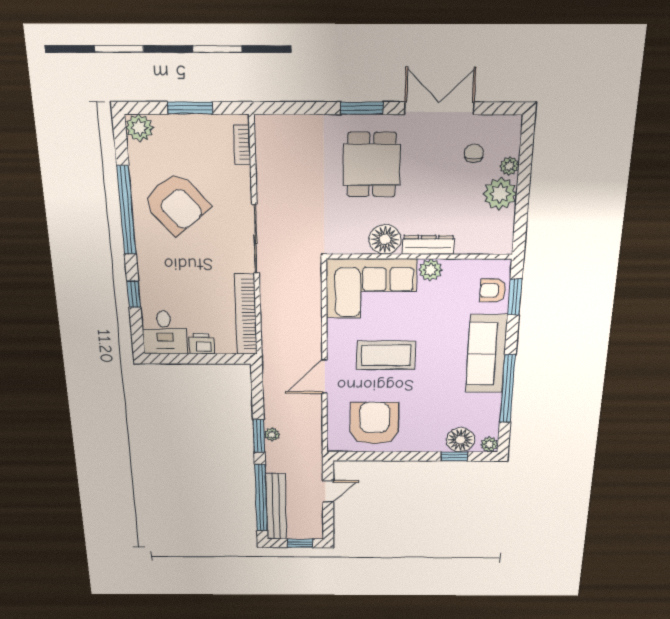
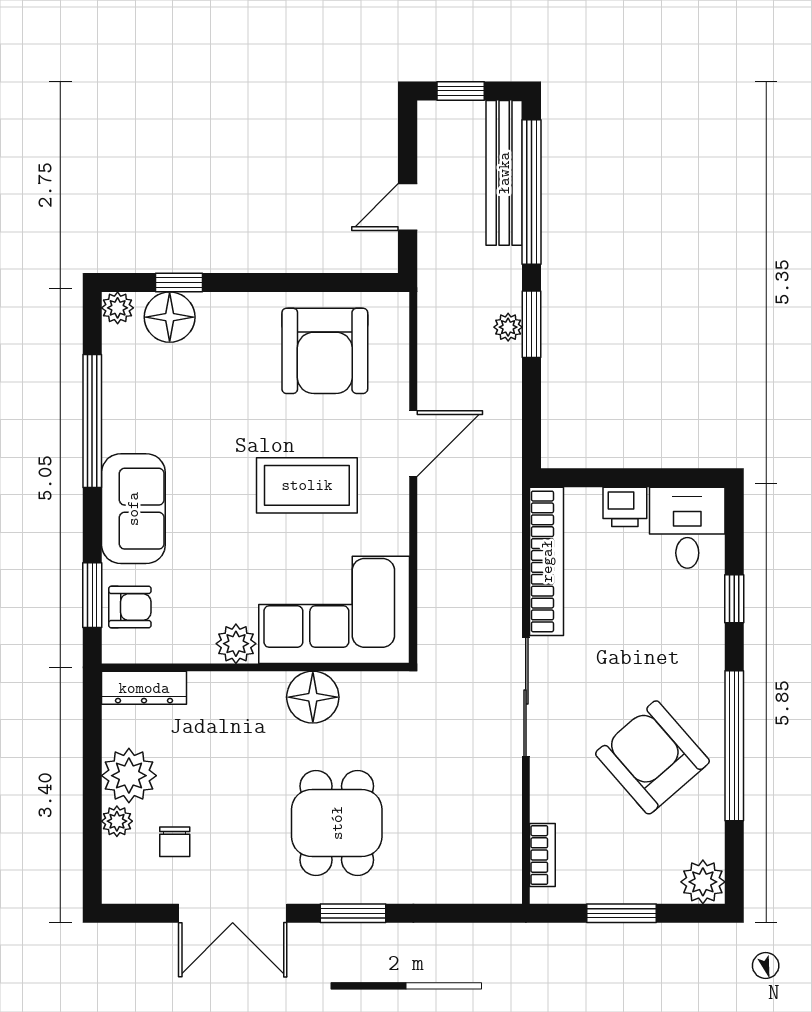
dresser: (428, 245) -> (144, 688), moved
sofa: (486, 354) -> (133, 509), width x0.73

